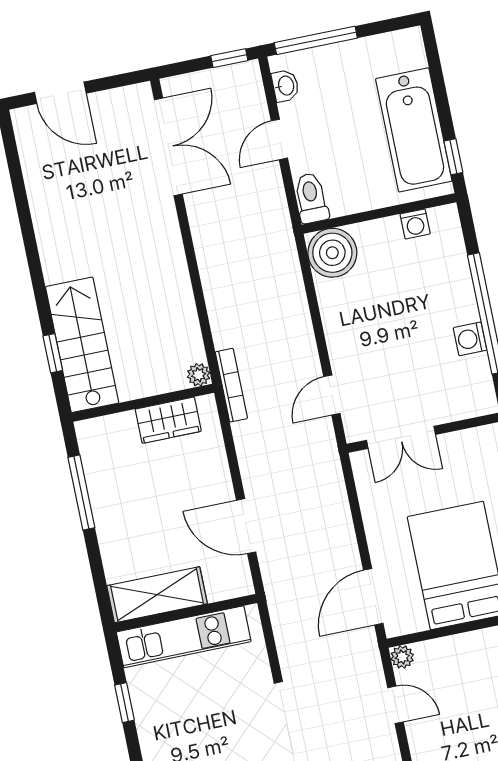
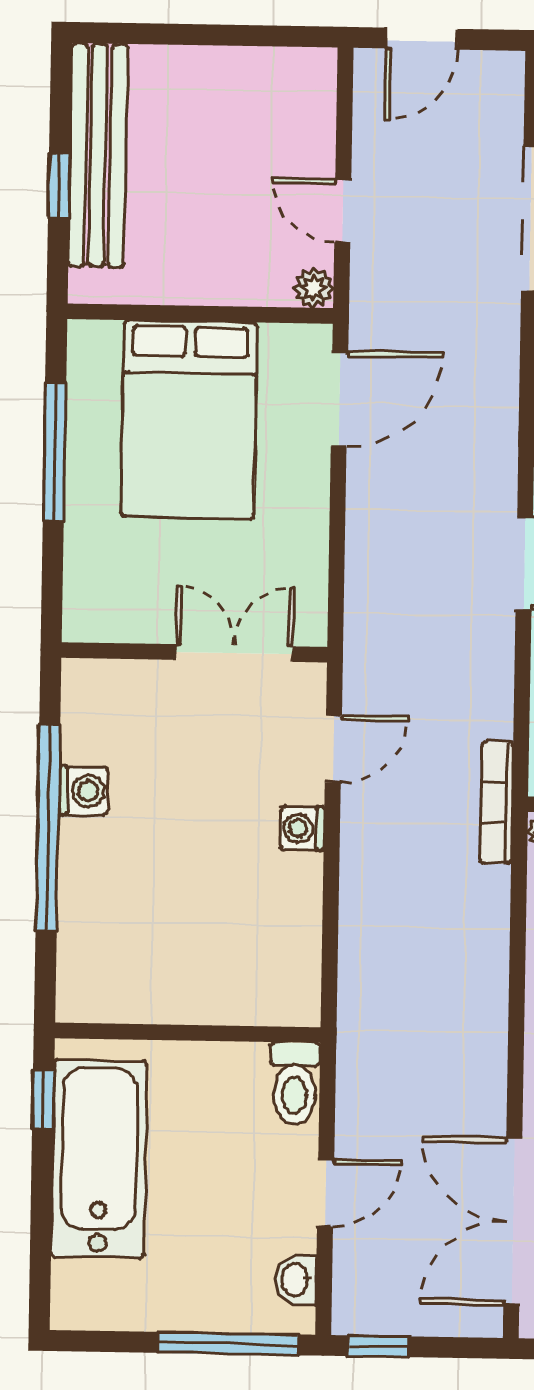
washing machine: (415, 224) -> (302, 828), moved, turned -90
boiler: (332, 253) -> (280, 985), removed

